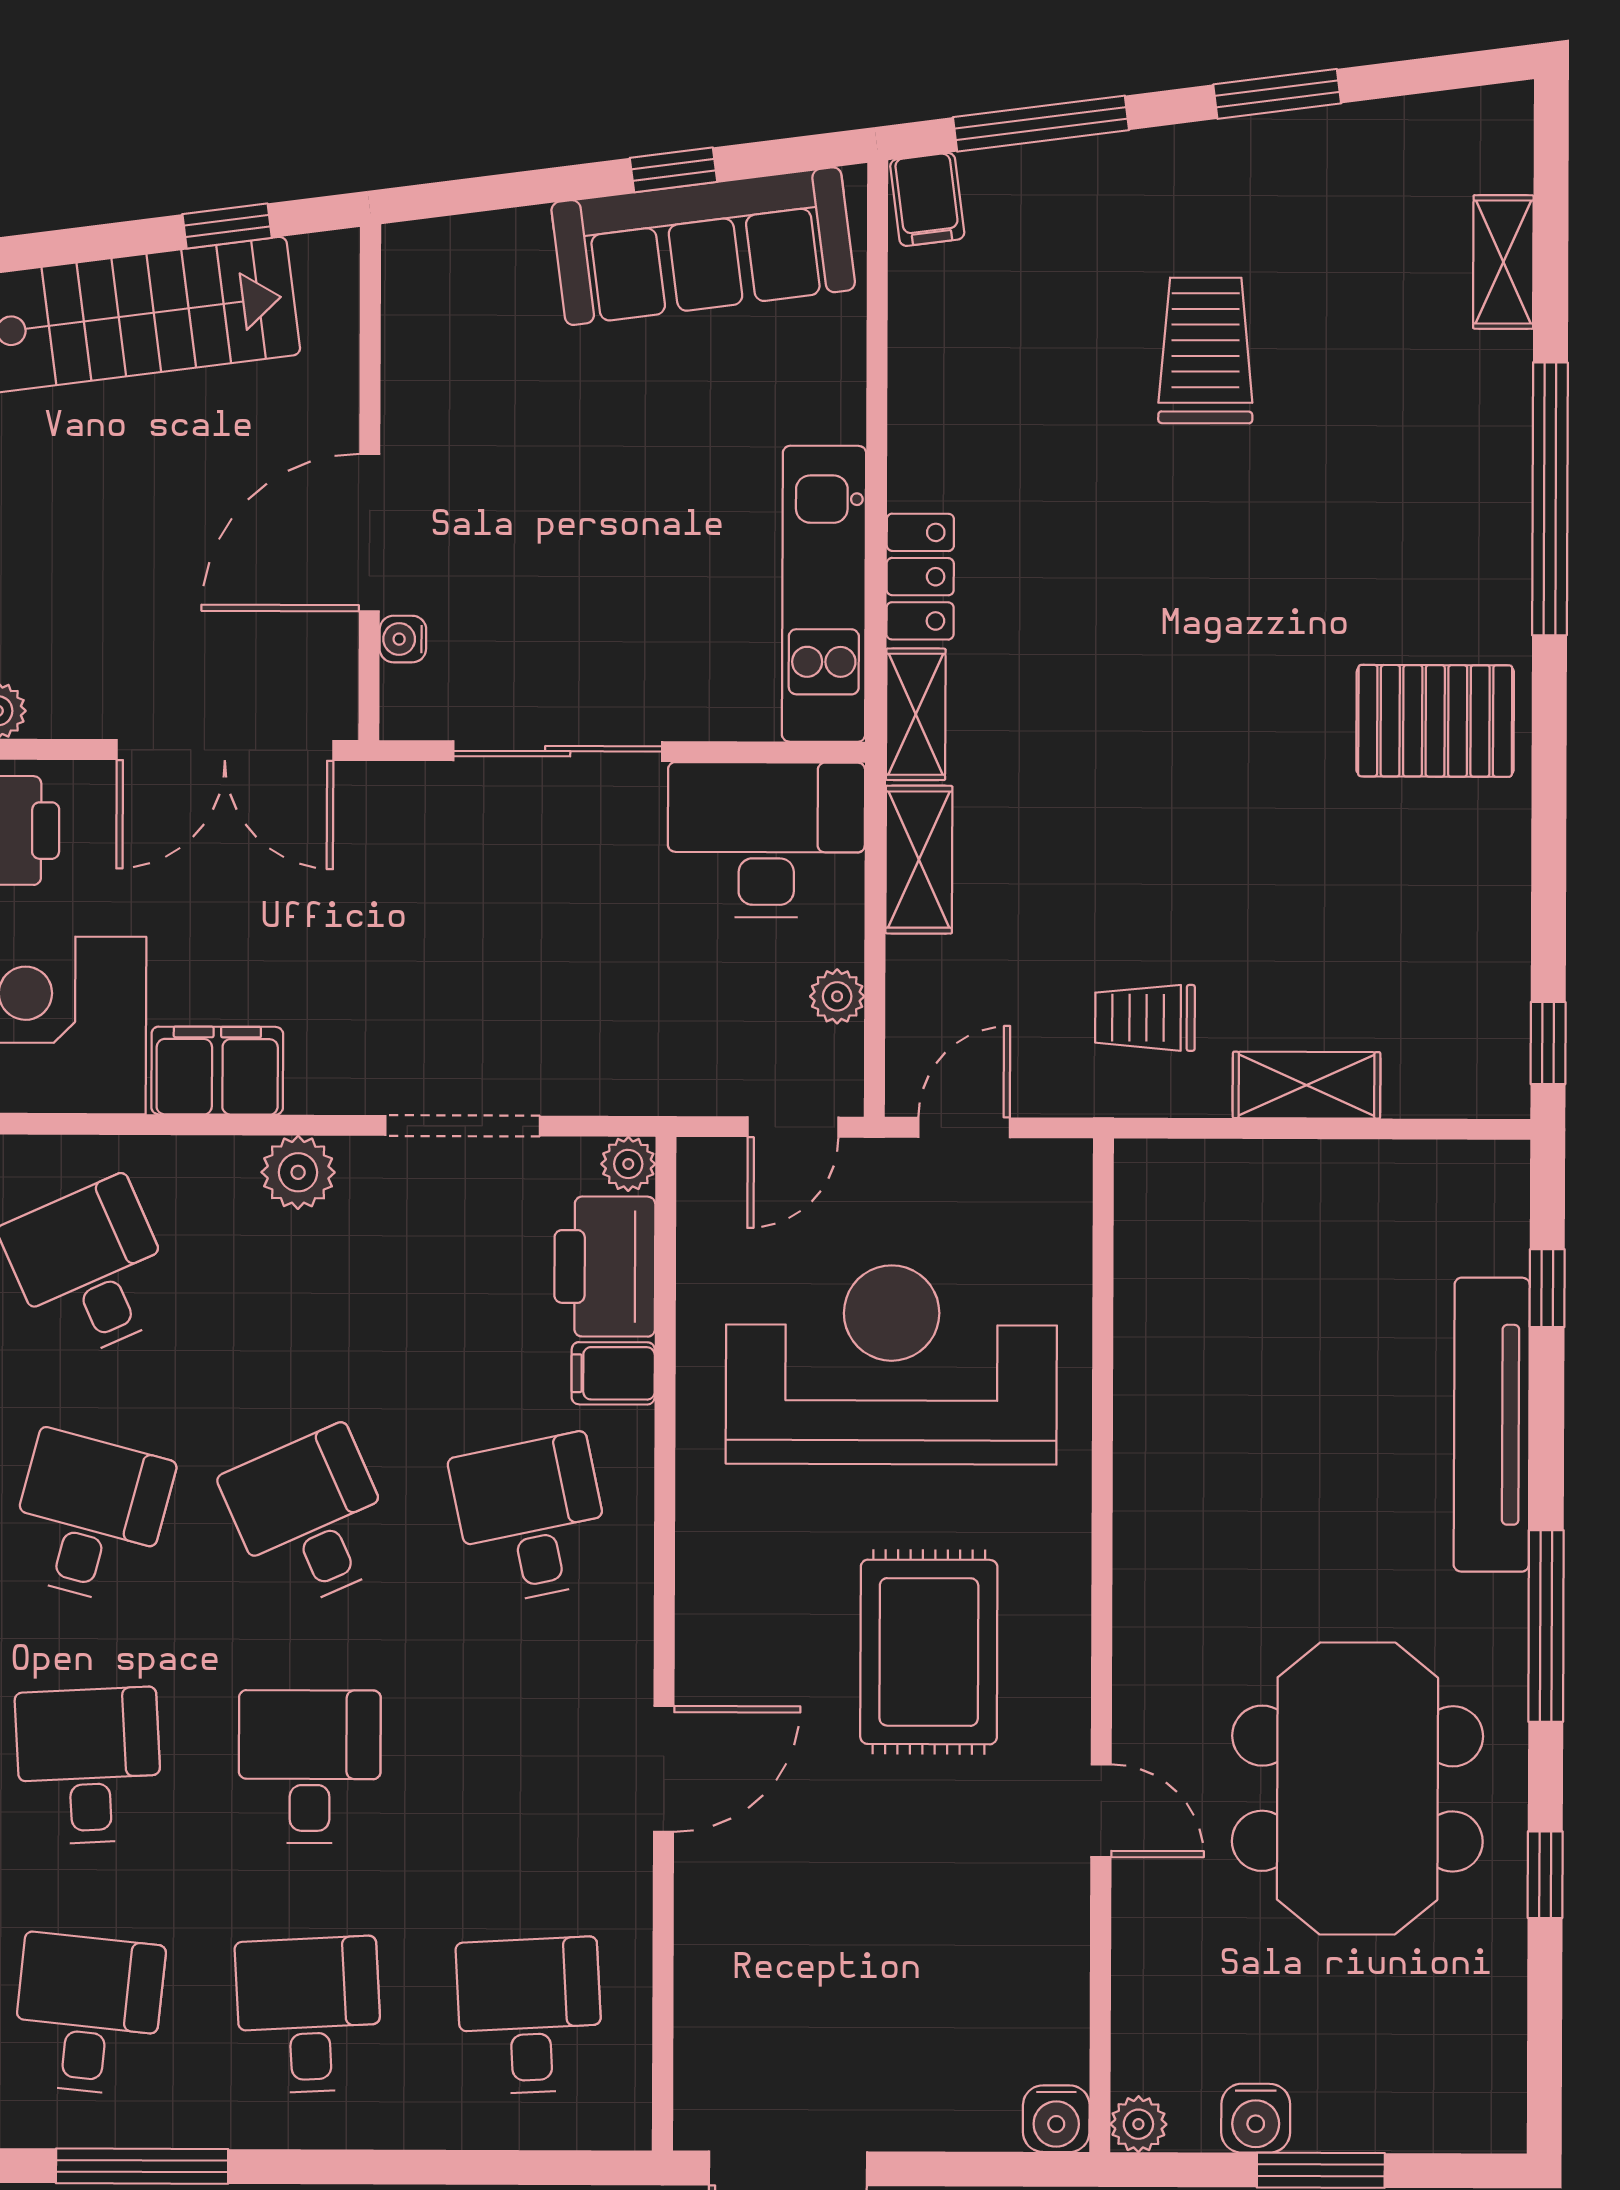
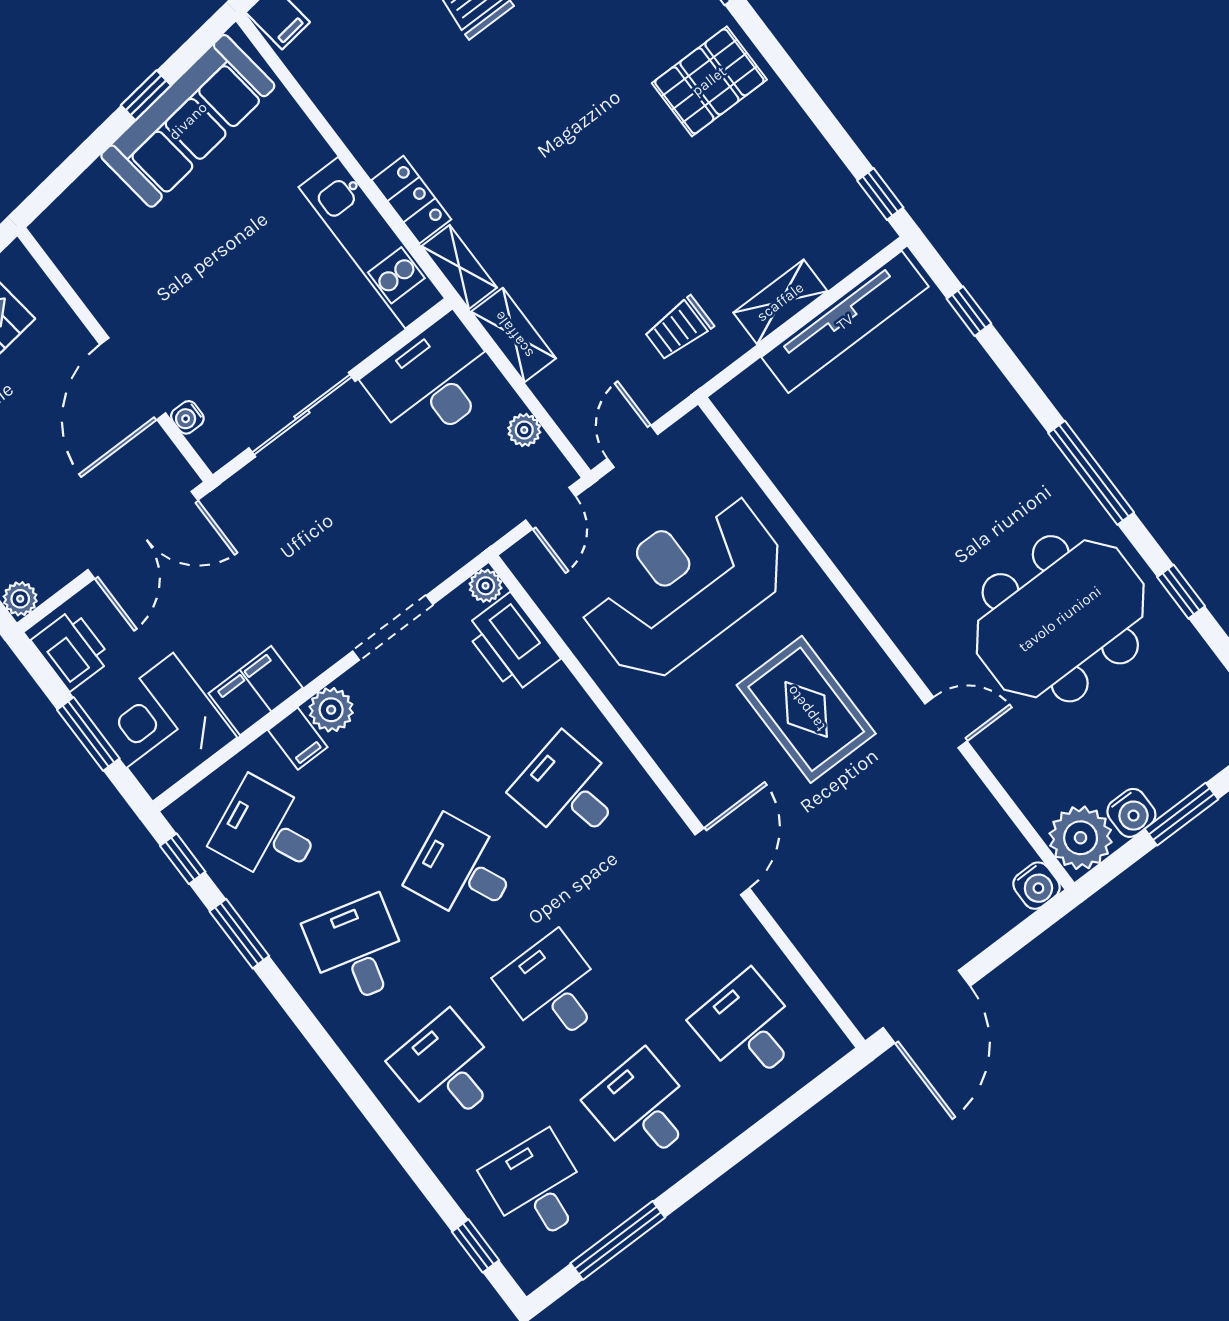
filing cabinet: (613, 1373) -> (298, 739), moved, turned -90
tv unit: (1492, 1425) -> (845, 322), moved, turned -90
meeting table: (1357, 1789) -> (1060, 619), turned 90
plant: (1138, 2124) -> (1081, 838), width x1.87, depth x1.87

